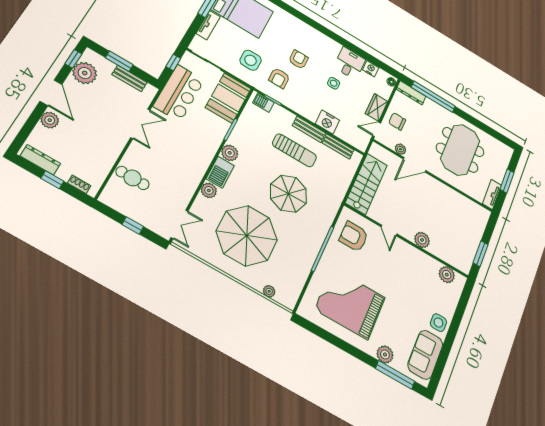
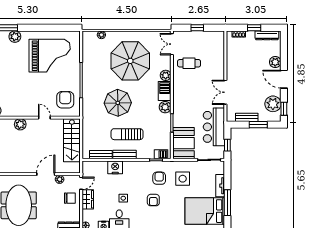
cafe table: (133, 178) -> (189, 63), moved
armchair: (354, 237) -> (65, 100), turned -90

